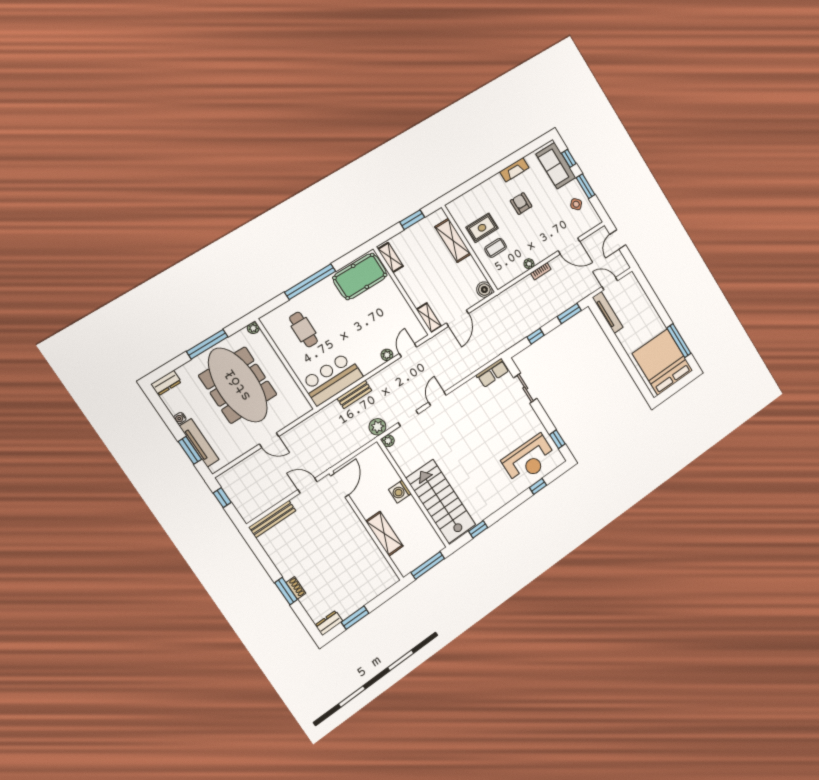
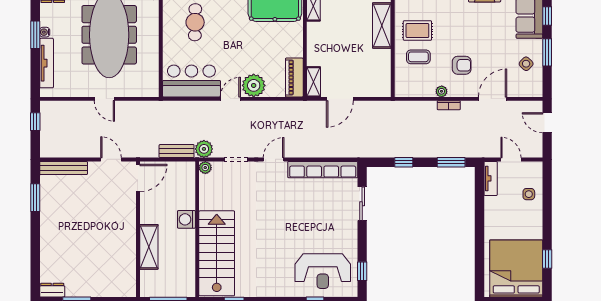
armchair: (521, 204) -> (462, 65), moved, turned 90
door: (618, 240) -> (547, 123), hinge flipped
door: (569, 246) -> (493, 99), swing flipped
boiler: (484, 290) -> (382, 89), removed
side table: (638, 301) -> (529, 194), added
tv unit: (608, 312) -> (491, 178), width x0.71
piano: (412, 324) -> (294, 77), added
window: (679, 341) -> (547, 259), width x0.46
door: (408, 350) -> (230, 99), moved
plant: (387, 355) -> (254, 85), width x1.88, depth x1.88
row of seats: (493, 373) -> (323, 170), width x2.02
bench: (355, 394) -> (177, 151), moved
window: (190, 450) -> (35, 35), moved
shoe rack: (296, 588) -> (45, 240), removed
window: (286, 591) -> (35, 198), moved

